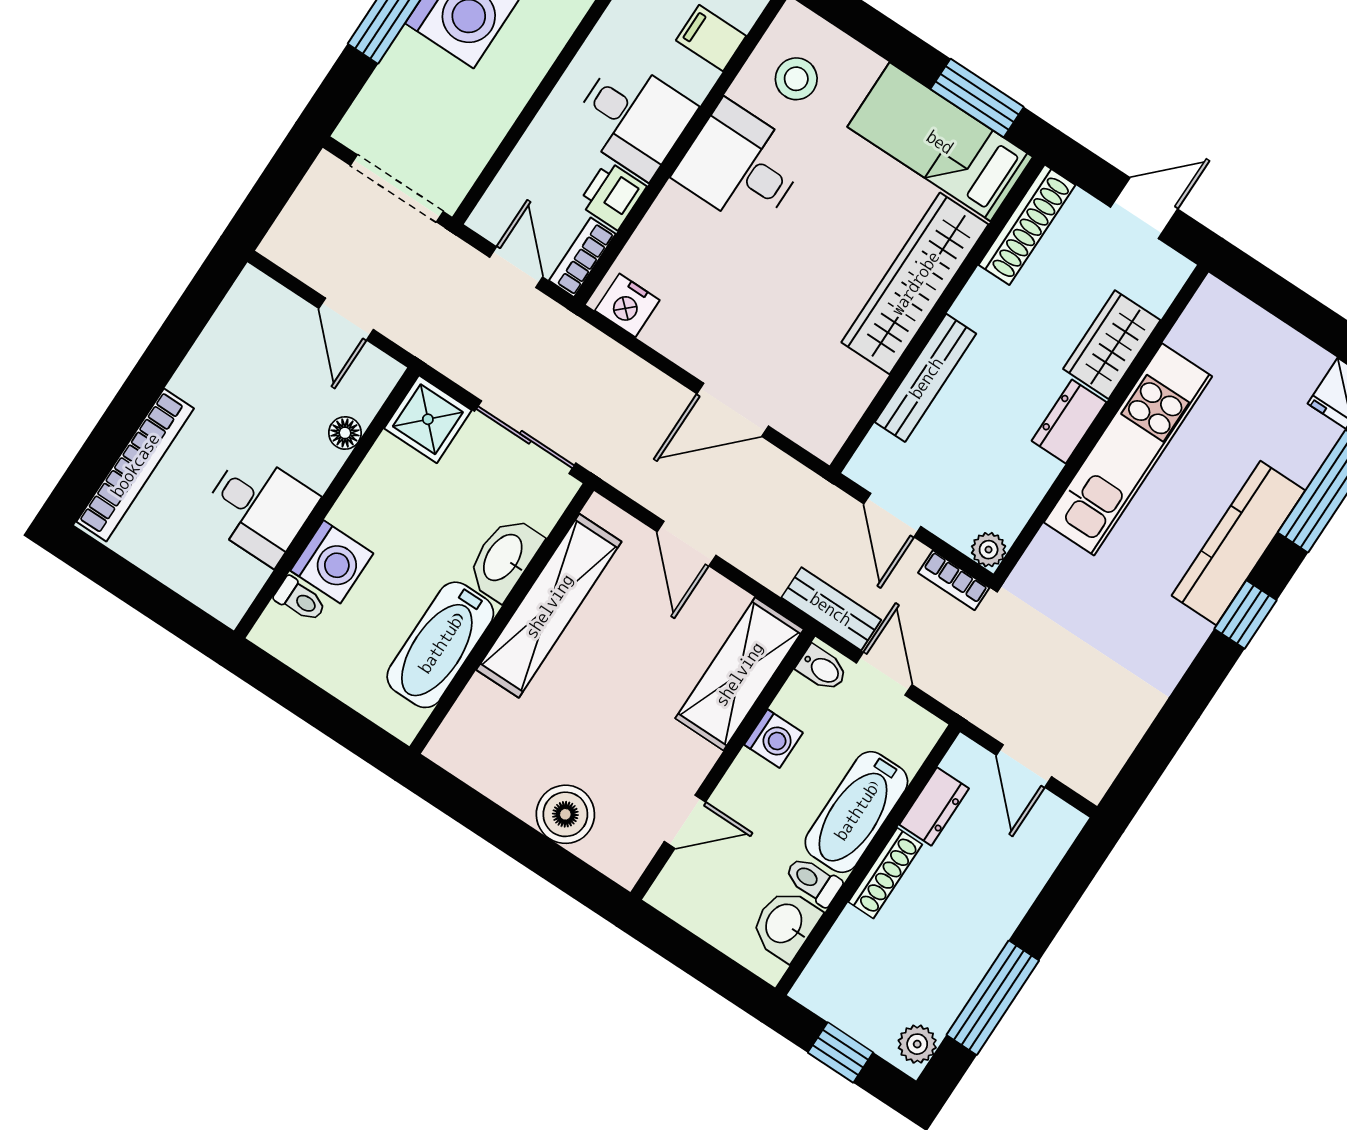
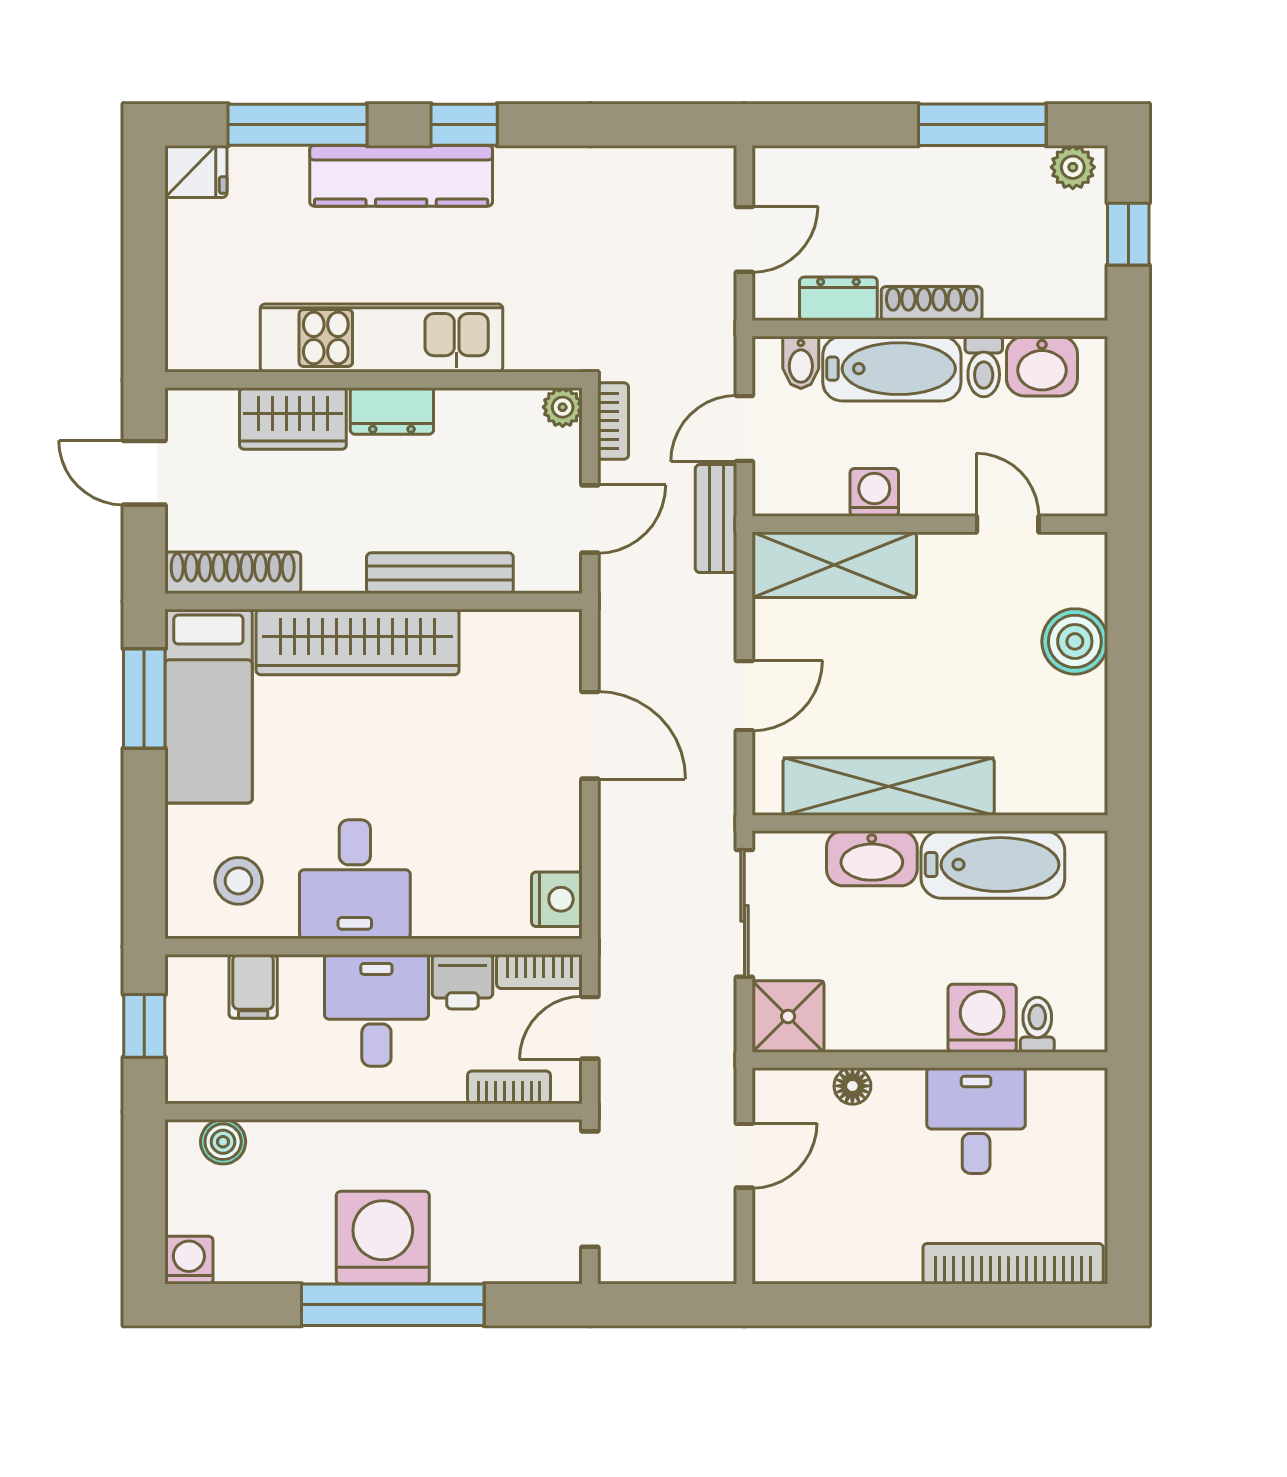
bookcase: (512, 178) -> (509, 1087), added
bidet: (822, 669) -> (801, 362), moved, turned 180

